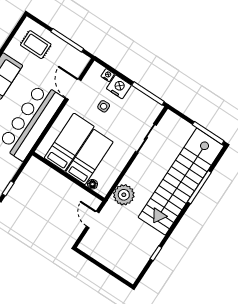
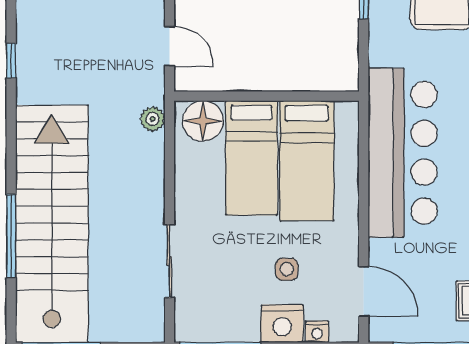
door: (73, 89) -> (364, 291), moved
floor lamp: (93, 184) -> (203, 121), width x1.89, depth x1.89
plant: (124, 195) -> (153, 119), width x0.53, depth x0.53

